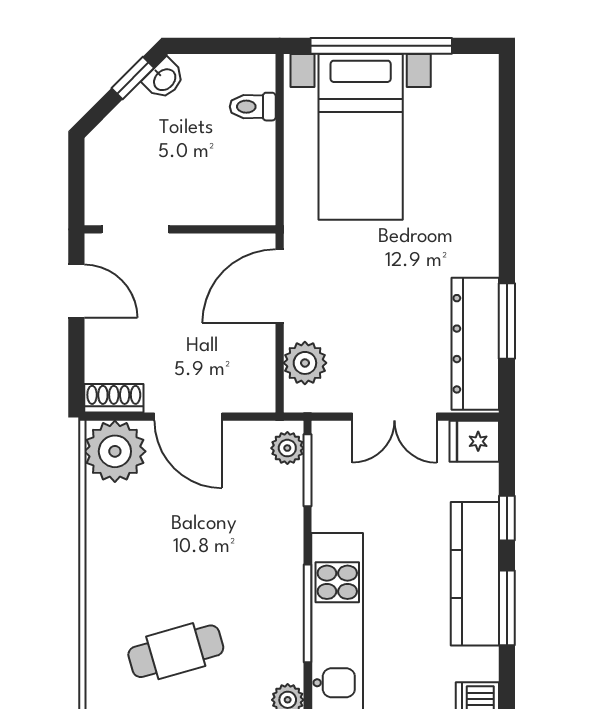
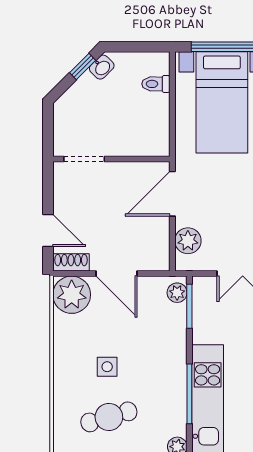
door: (76, 291) -> (48, 230), moved
side table: (173, 569) -> (107, 367), added

